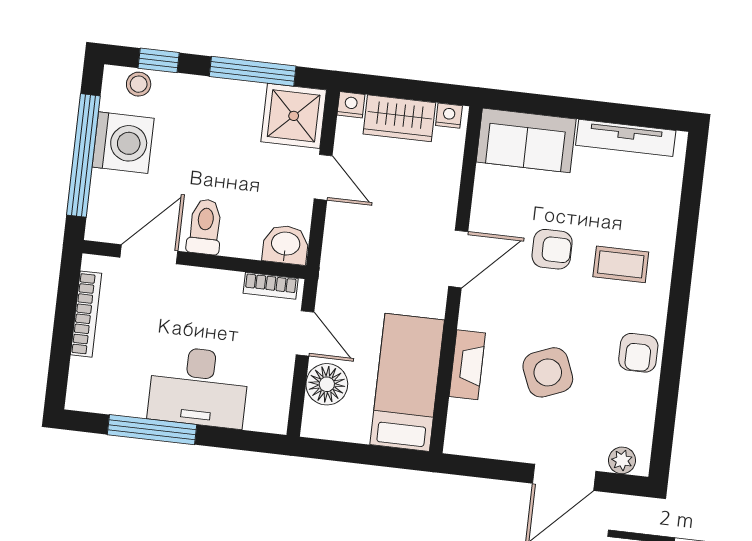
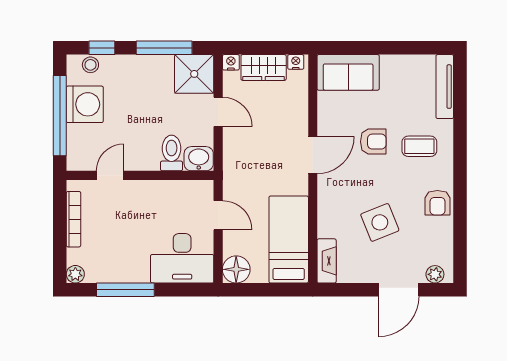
tv unit: (626, 138) -> (445, 87), moved, turned 90
toilet: (205, 227) -> (172, 153), moved
door: (149, 254) -> (110, 175), width x0.73
bookcase: (271, 286) -> (192, 187), removed
fireplace: (467, 365) -> (327, 261), moved
floor lamp: (327, 384) -> (236, 269), moved
desk: (199, 387) -> (182, 258), moved
plant: (79, 397) -> (75, 274), added

